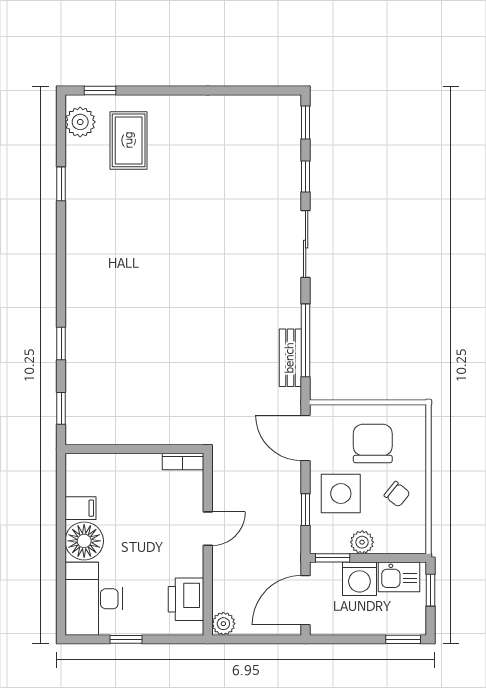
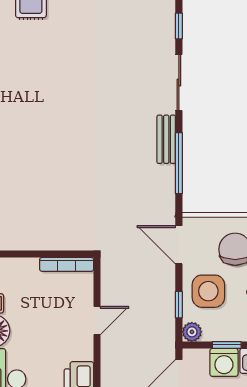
bench: (290, 358) -> (166, 139), moved
bookcase: (183, 462) -> (67, 264), width x1.56
plant: (362, 542) -> (192, 332), moved
window: (333, 558) -> (227, 345), moved

